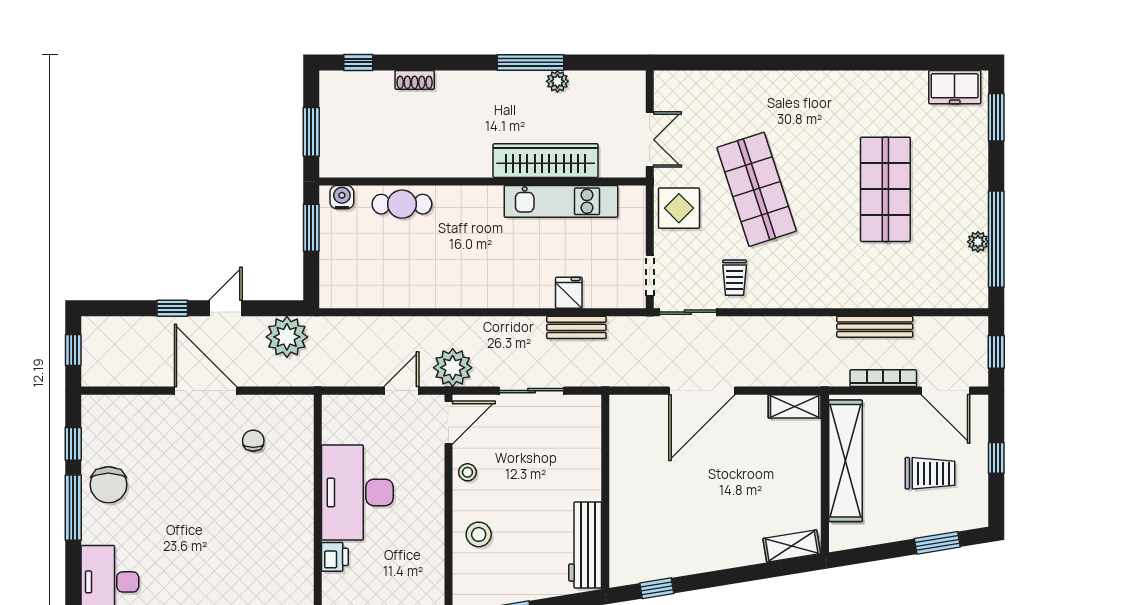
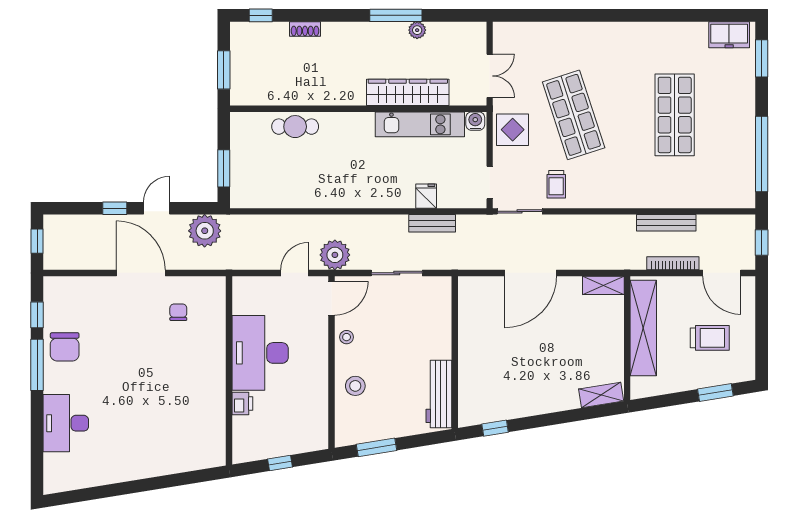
water cooler: (342, 197) -> (475, 121), moved
window: (311, 228) -> (224, 168), moved
plant: (978, 242) -> (747, 156), removed
window: (996, 458) -> (762, 326), removed

